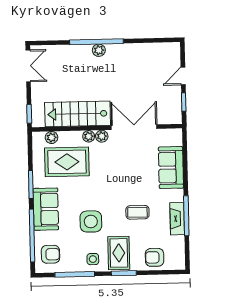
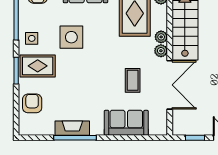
coffee table: (137, 212) -> (133, 80), moved

